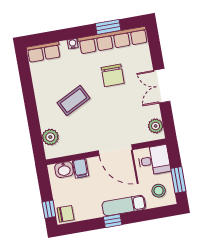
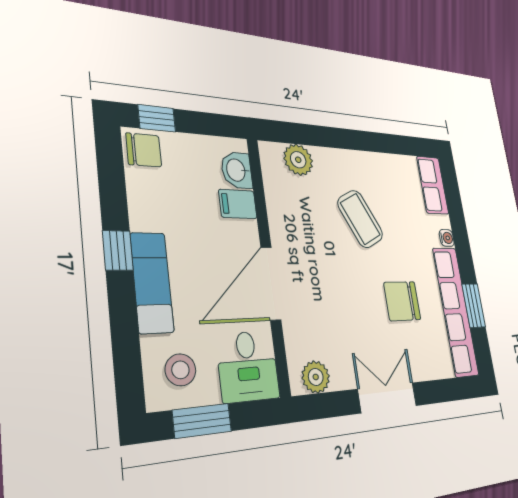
chair: (66, 214) -> (144, 150), turned -90

